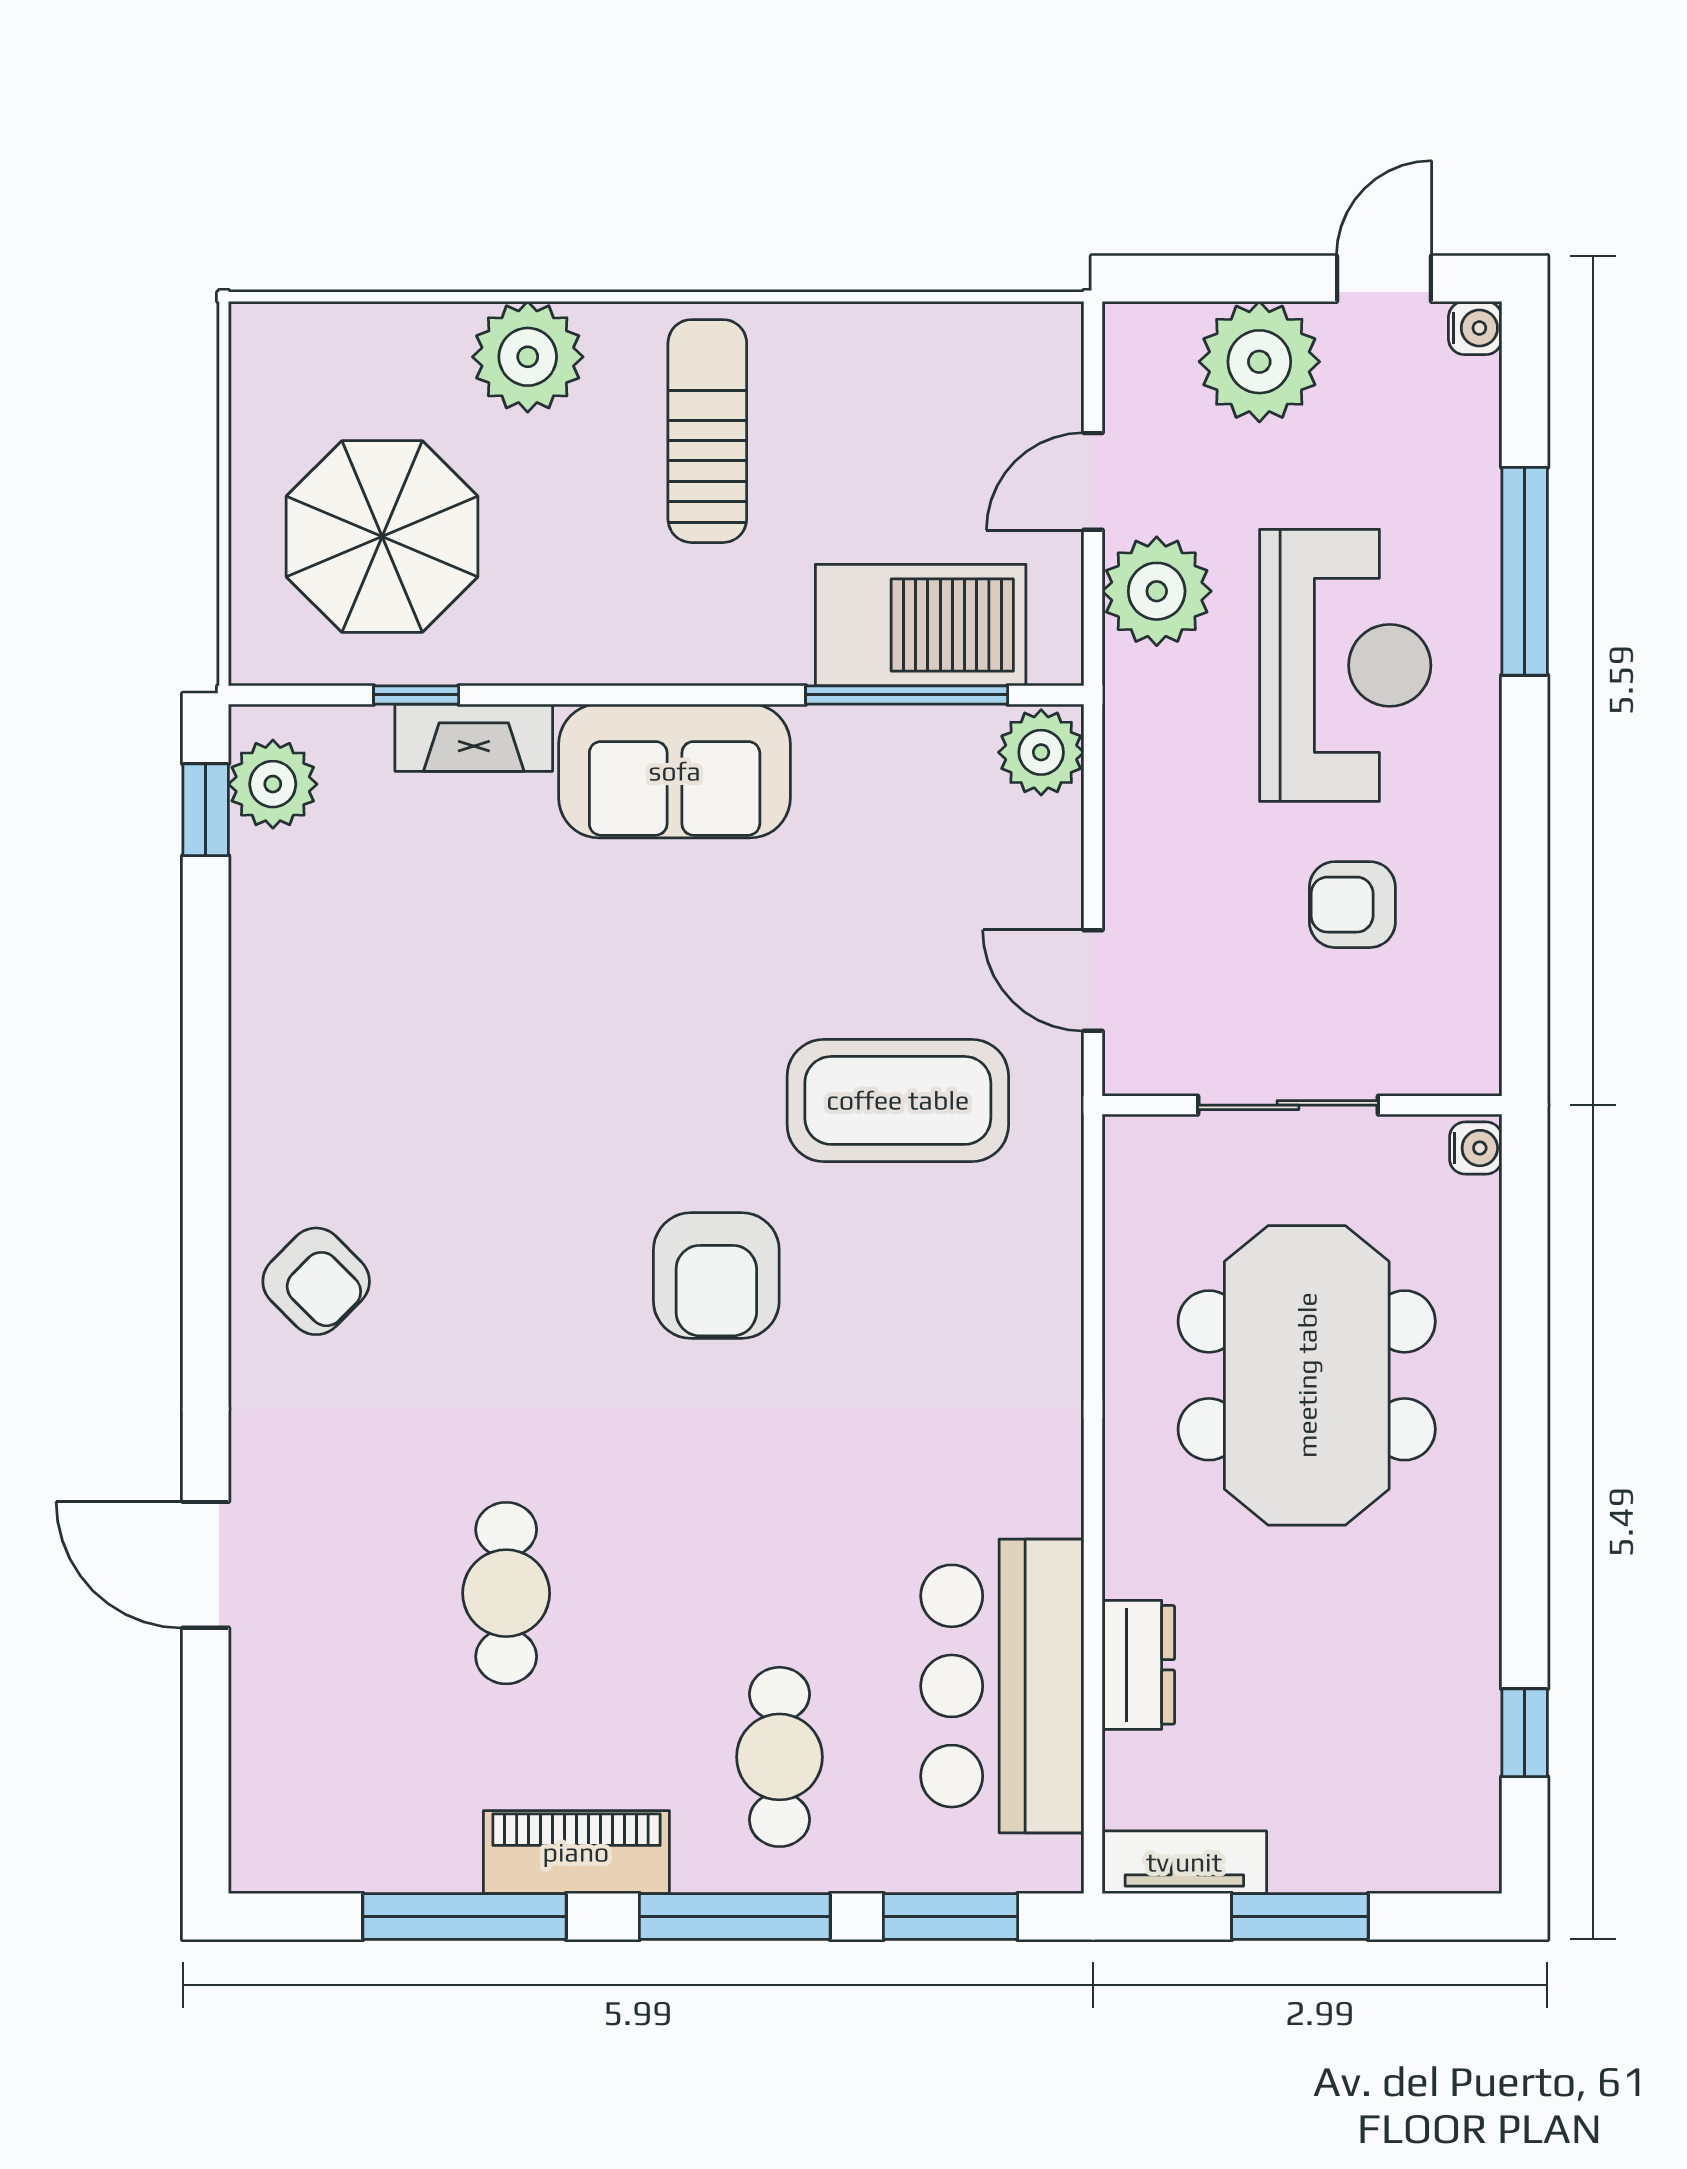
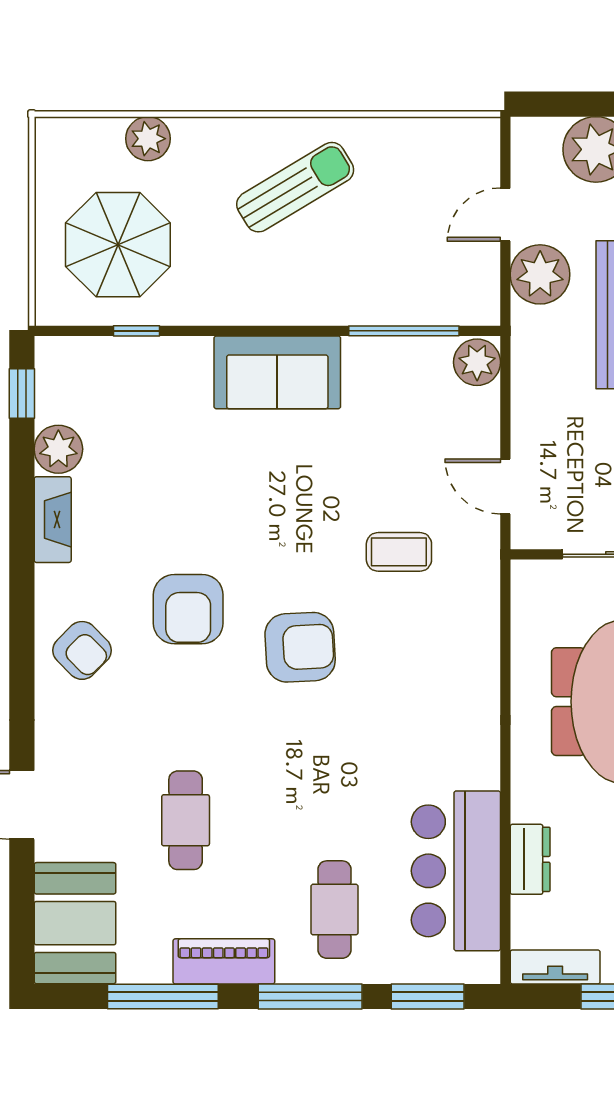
plant: (528, 357) -> (148, 139), moved, width x0.73, depth x0.73
sun lounger: (707, 431) -> (295, 187), turned 59
barbecue: (921, 625) -> (411, 293), removed
fireplace: (474, 738) -> (53, 520), moved, turned -90
plant: (273, 784) -> (58, 449), moved
coffee table: (898, 1100) -> (399, 552), width x0.54, depth x0.58
armchair: (511, 1205) -> (188, 609), added
armchair: (716, 1276) -> (300, 647), turned -93
booth: (303, 1782) -> (75, 923), added

